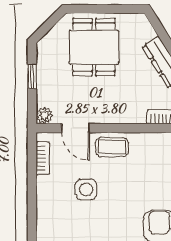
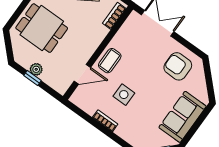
plant: (44, 116) -> (36, 69), moved
bookcase: (43, 158) -> (105, 121), moved

